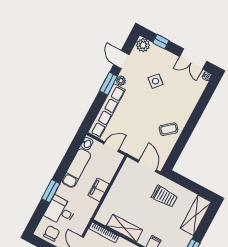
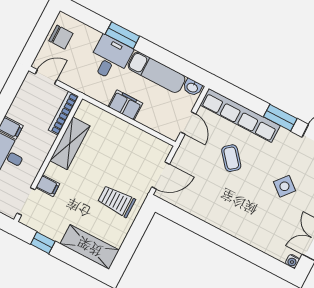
plant: (121, 81) -> (285, 136), removed
coffee table: (169, 129) -> (231, 158), moved
trolley: (164, 197) -> (116, 201), turned 90
desk: (60, 211) -> (110, 58), moved

